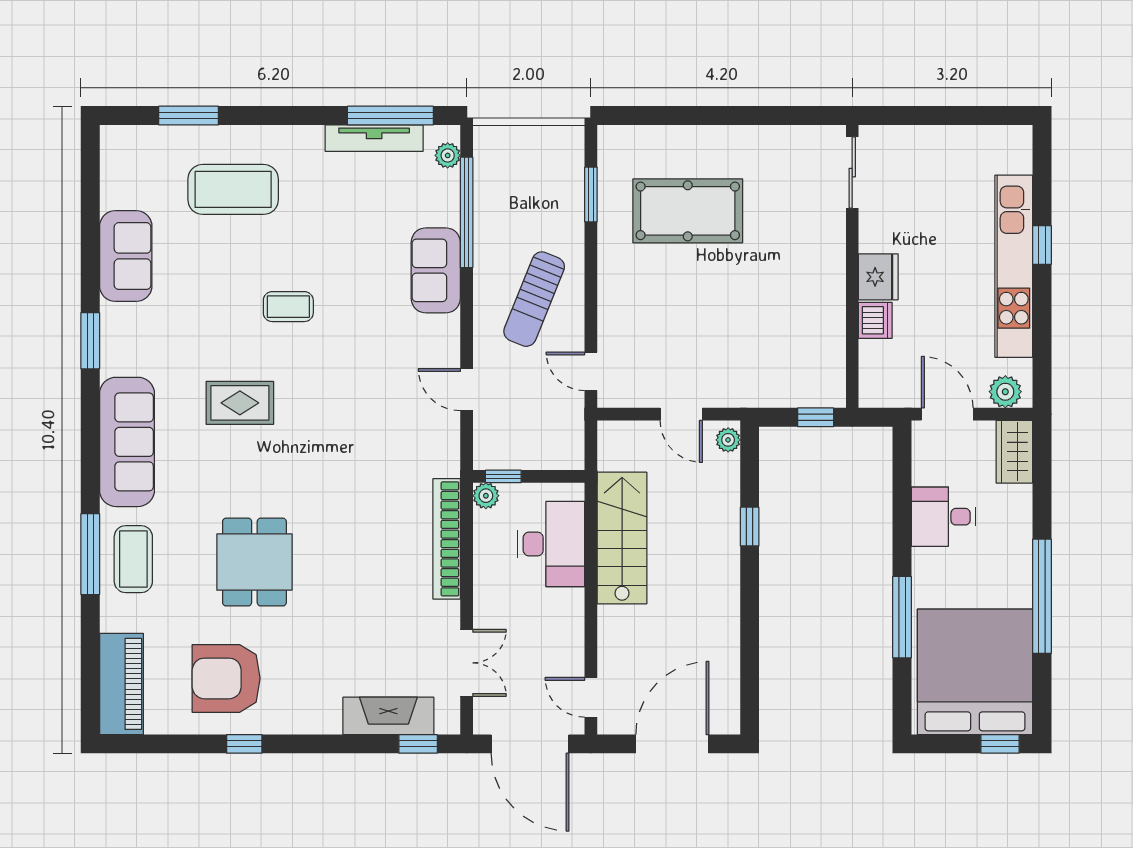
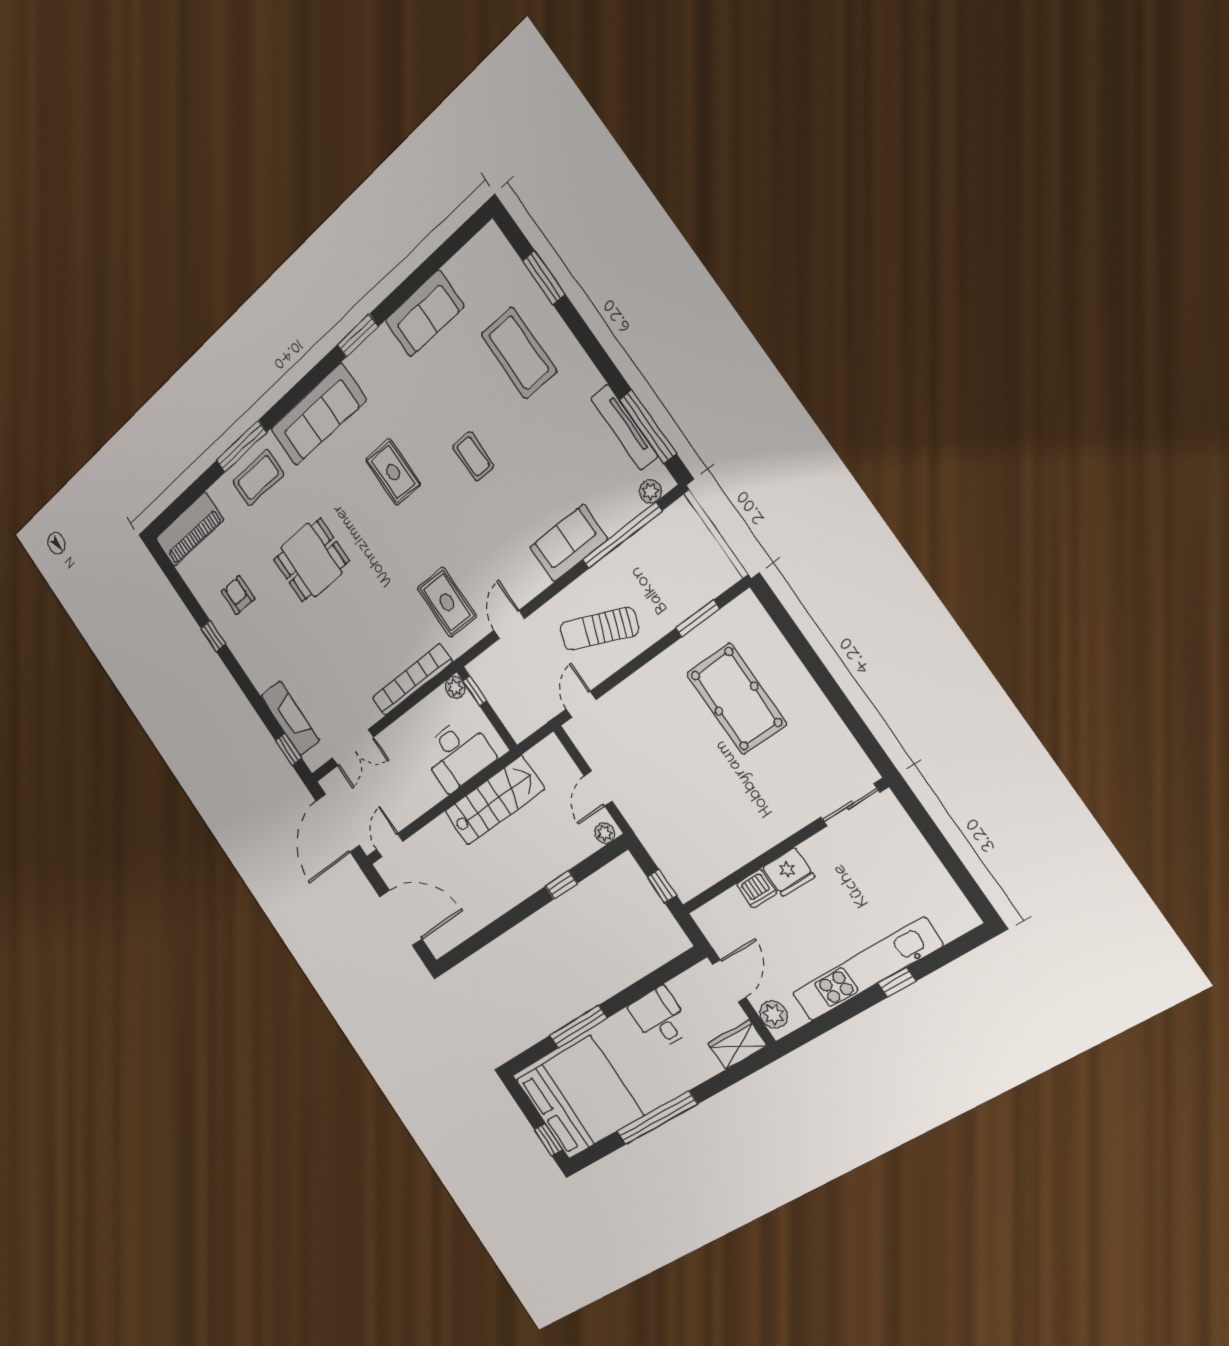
rug: (400, 441) -> (447, 602), added
armchair: (226, 678) -> (238, 595), width x0.53, depth x0.53

